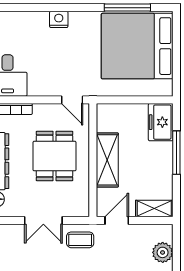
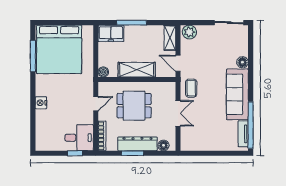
door: (72, 100) -> (96, 104), moved
boiler: (104, 111) -> (103, 72), added
plant: (163, 252) -> (189, 32), moved

